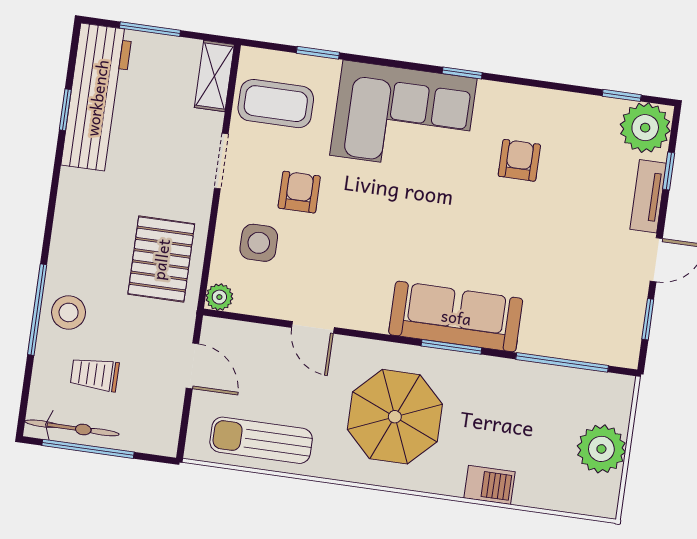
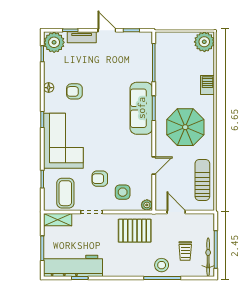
floor lamp: (537, 99) -> (49, 88), added
door: (192, 366) -> (176, 212), hinge flipped
sun lounger: (261, 440) -> (202, 180), turned 180
plant: (601, 449) -> (204, 42), moved

